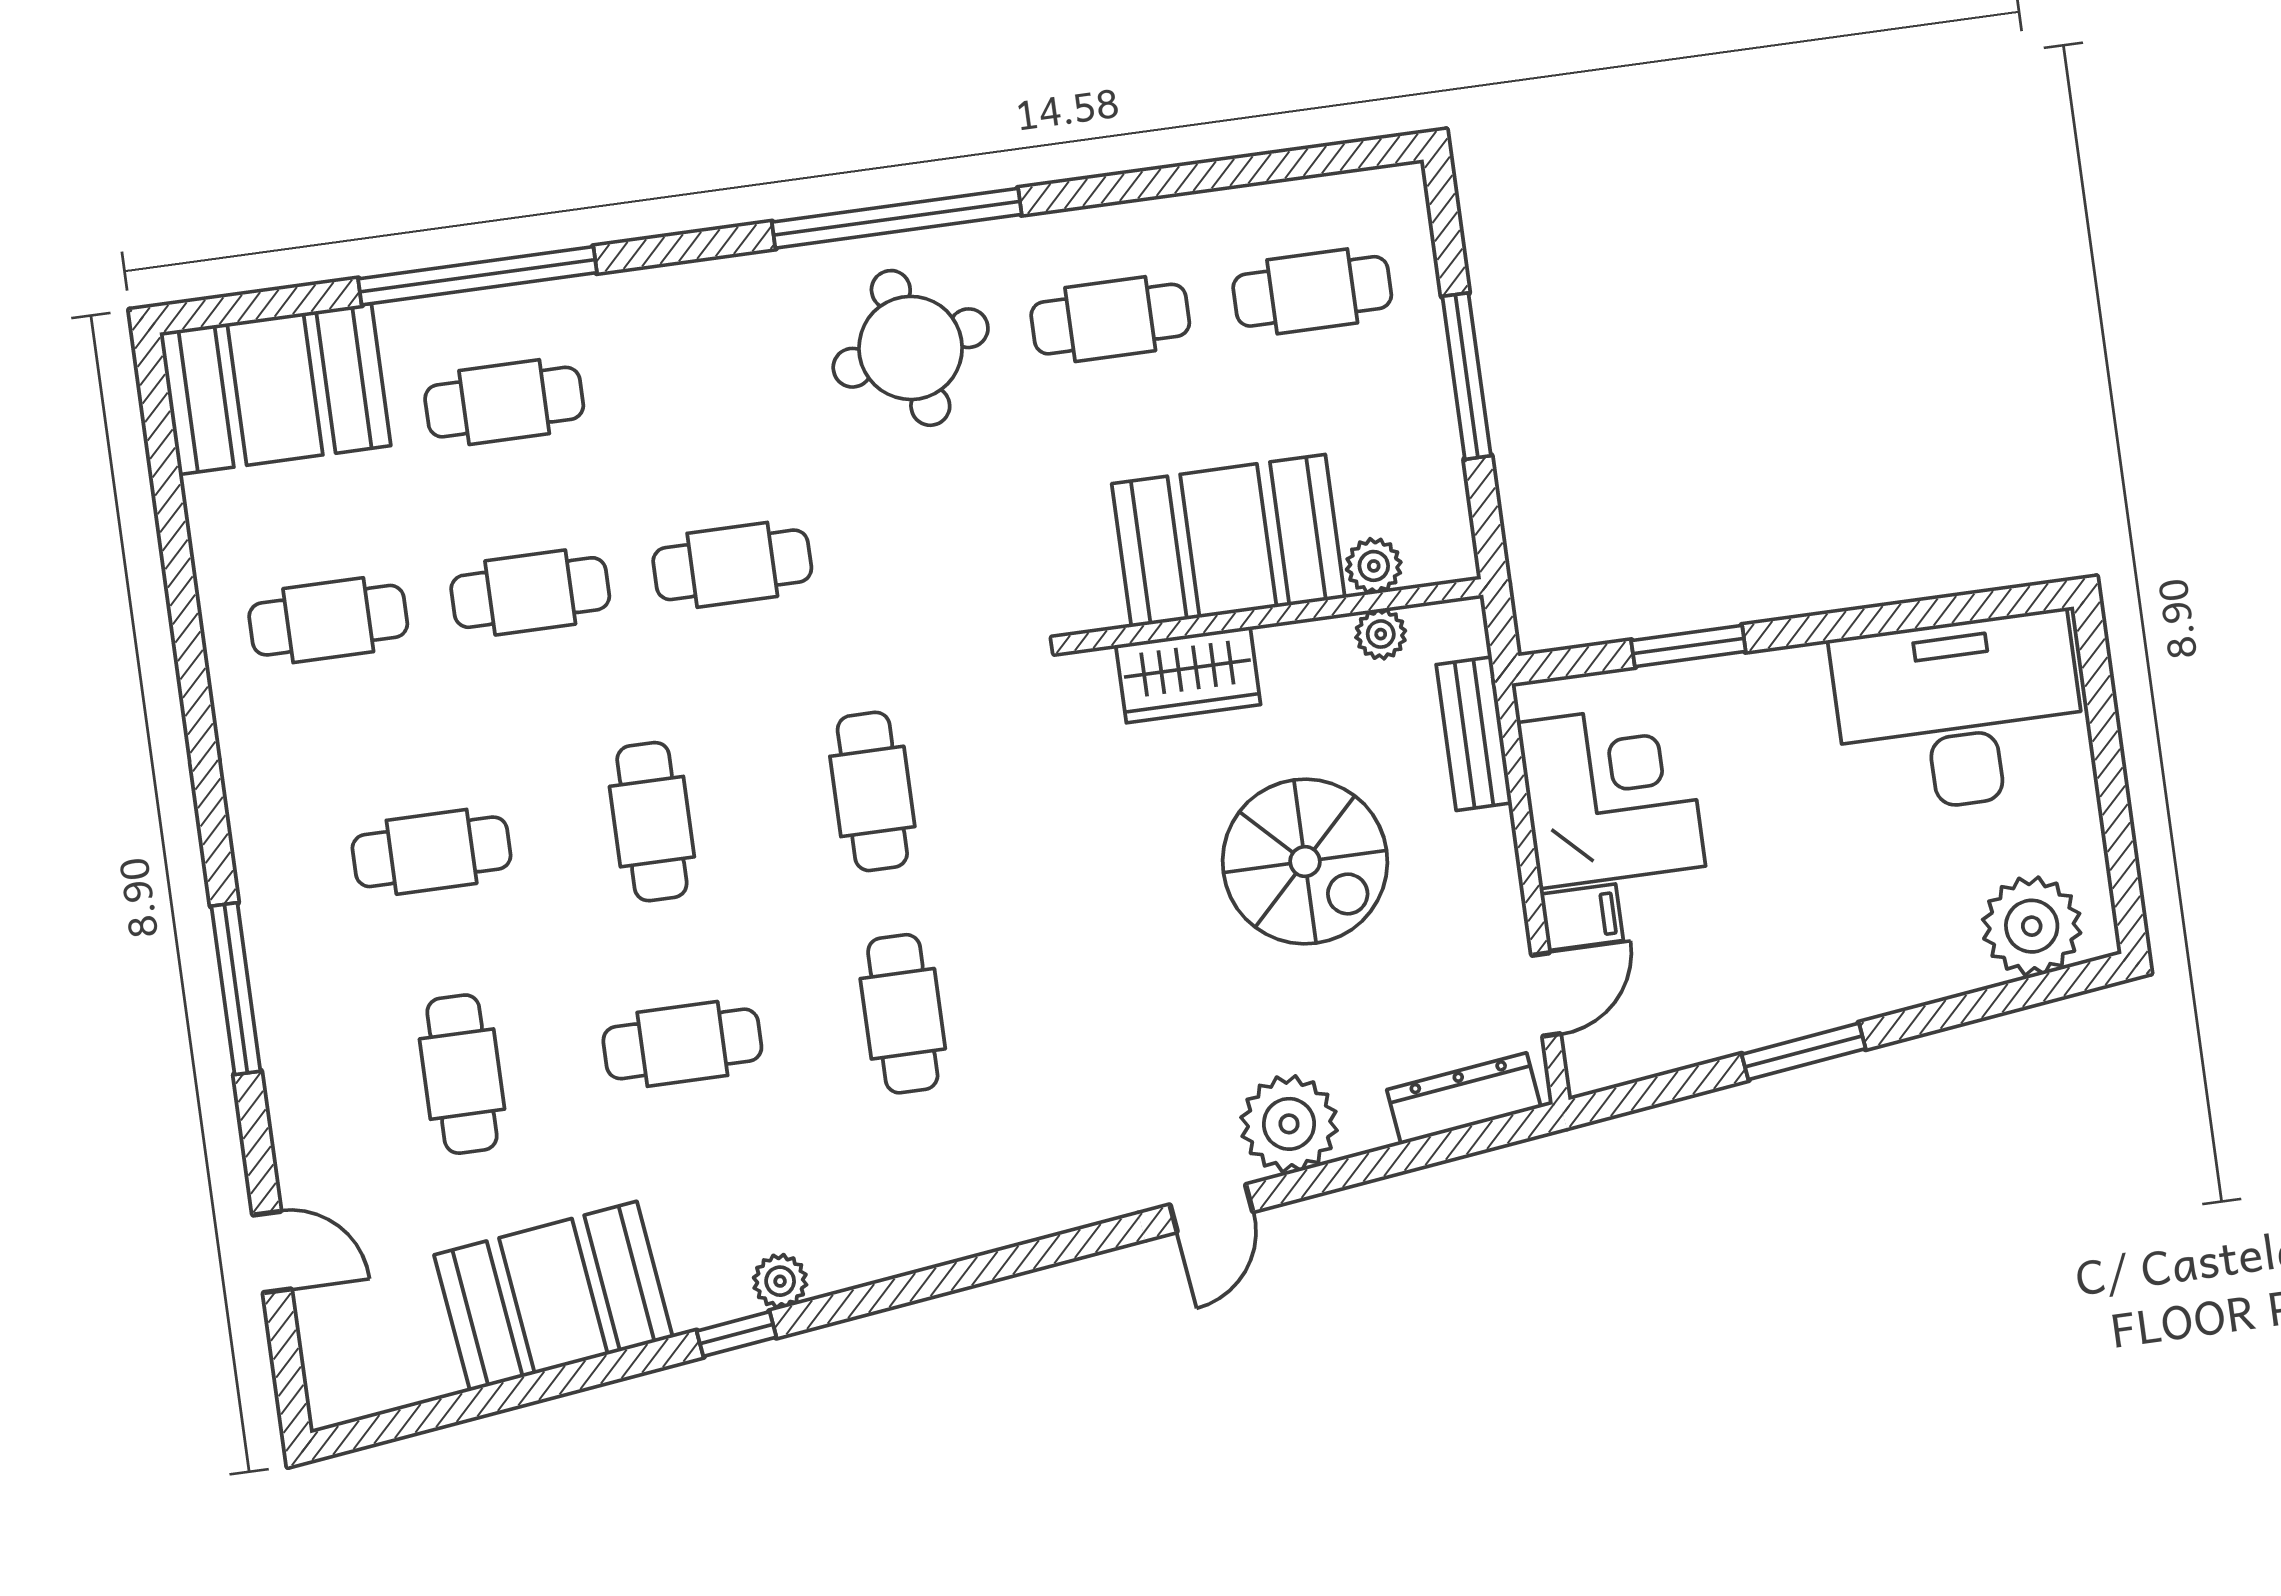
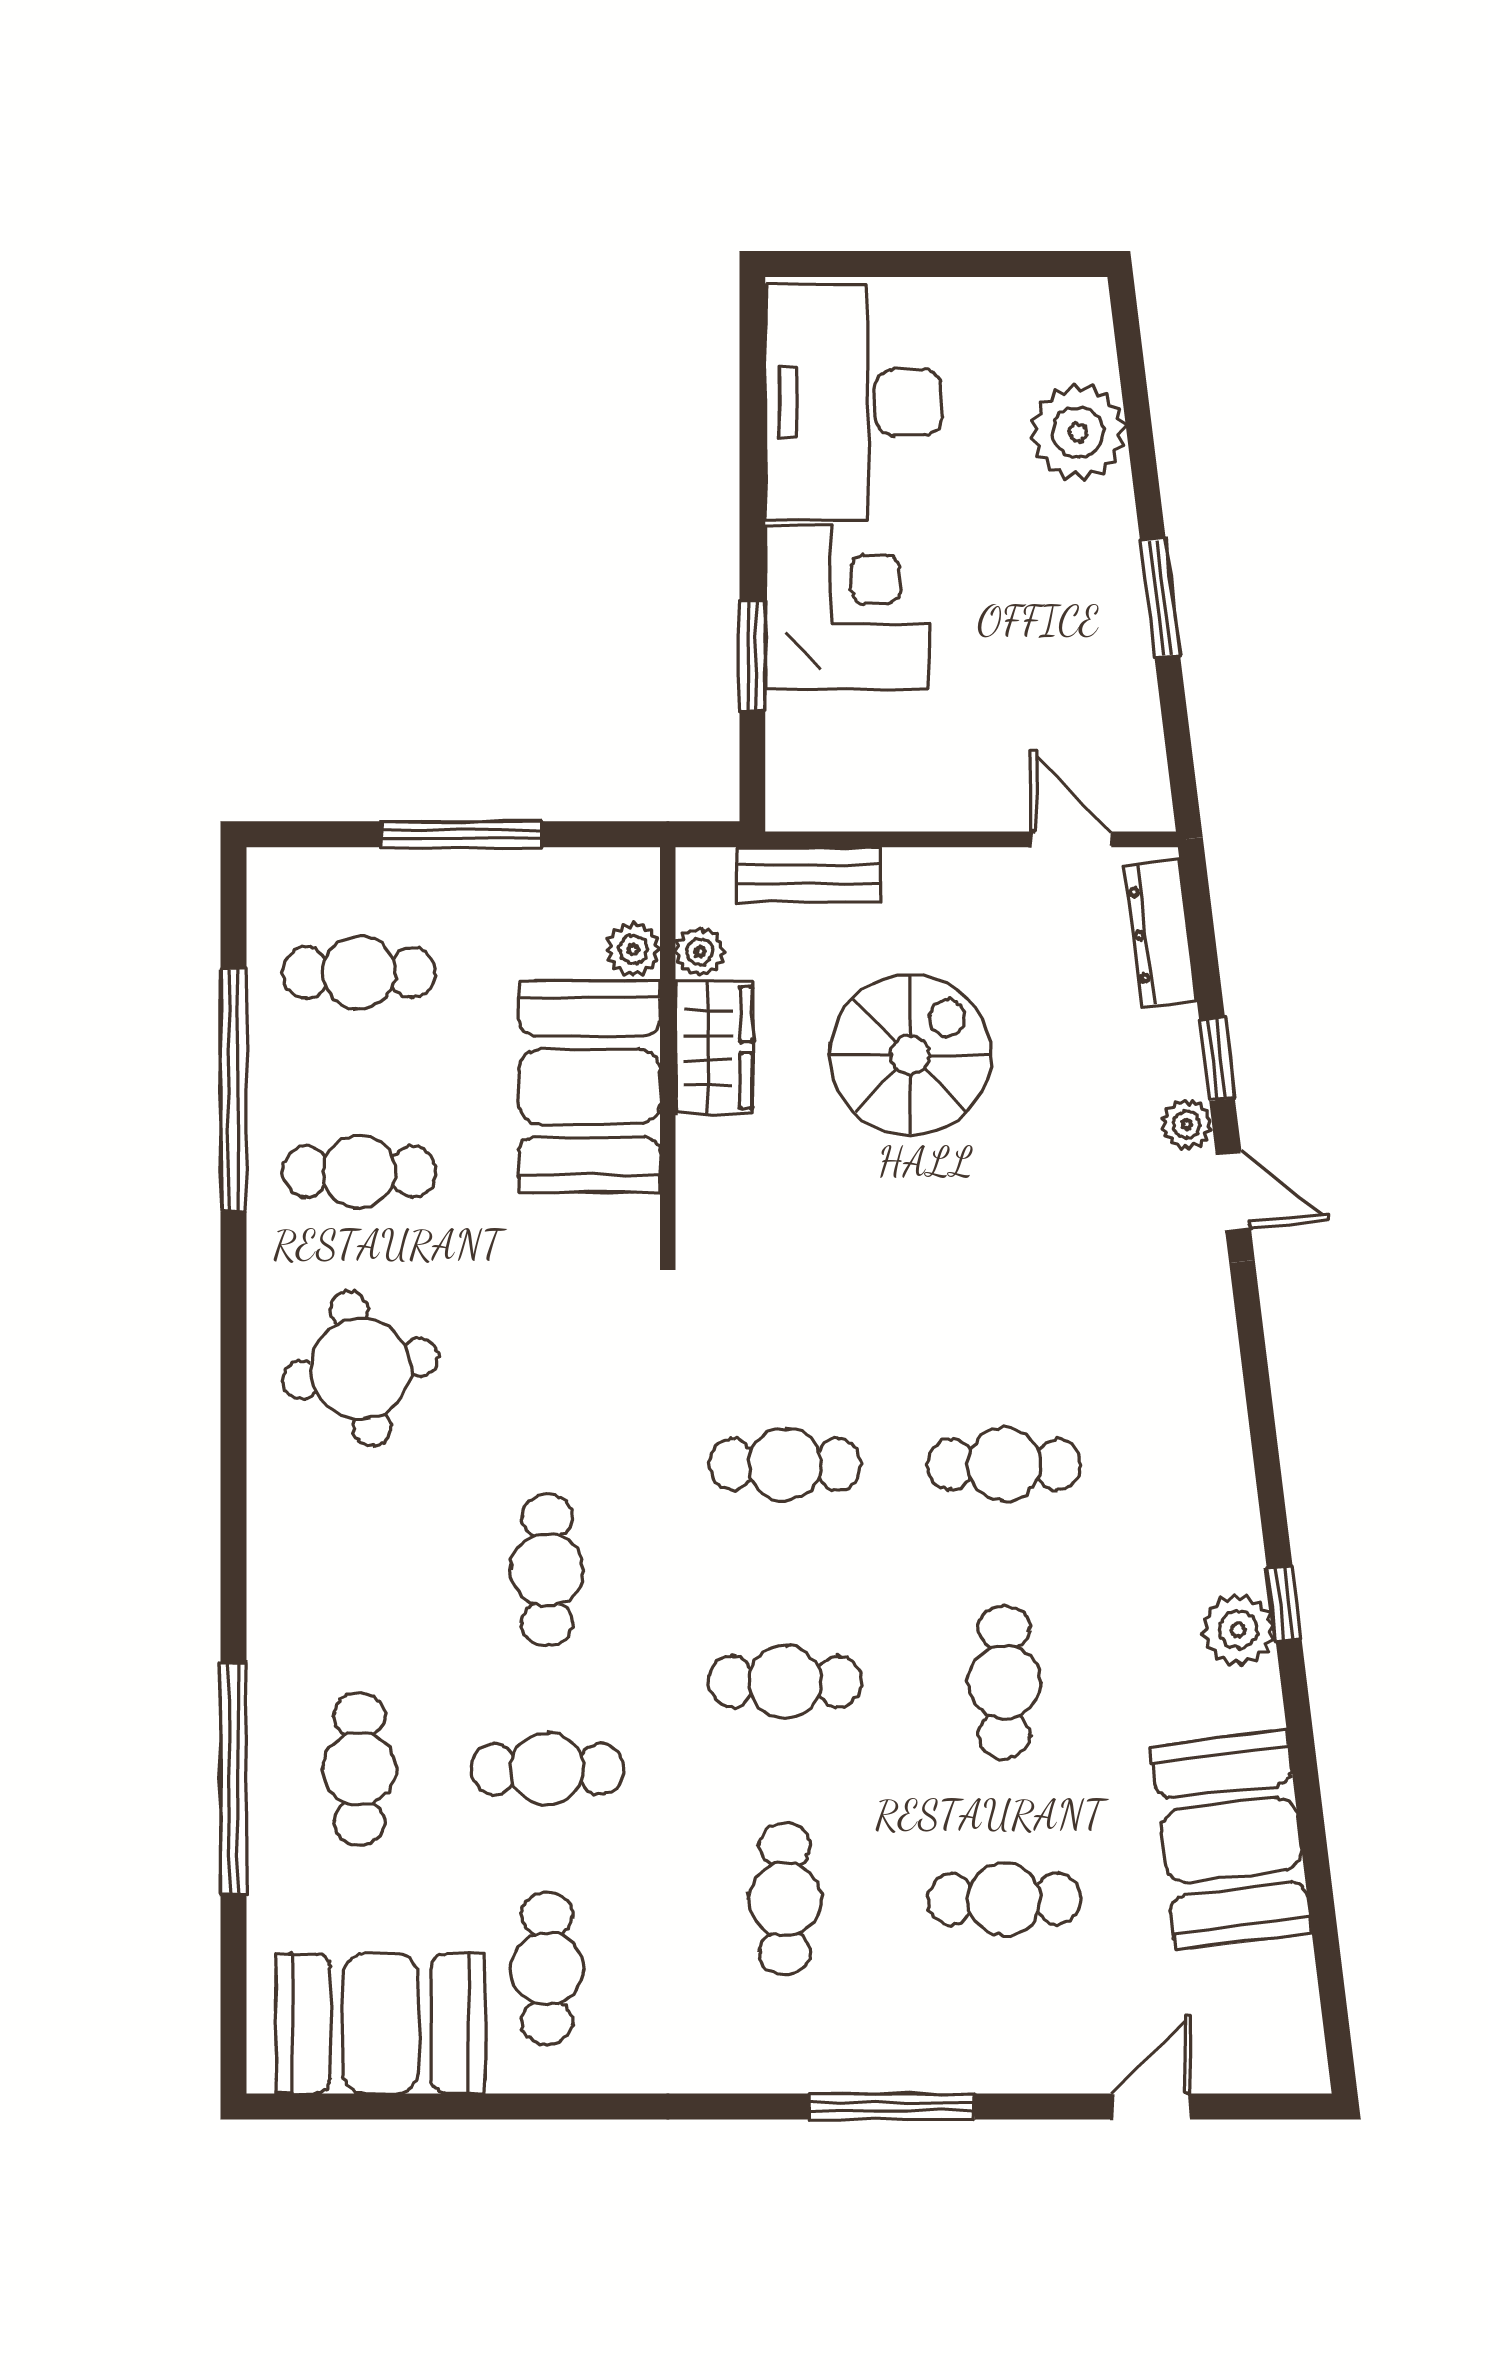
window: (897, 218) -> (233, 1090), moved
cafe table: (1312, 291) -> (359, 972), turned 90
cafe table: (1110, 319) -> (359, 1172), turned 90
booth: (275, 389) -> (381, 2024), moved, turned 90
cafe table: (530, 593) -> (547, 1769), turned 90
wardrobe: (1188, 675) -> (714, 1047), moved
corner desk: (1611, 794) -> (847, 607), moved, turned 90
filing cabinet: (1582, 917) -> (1001, 794), removed
plant: (2032, 926) -> (1078, 432), moved
plant: (1289, 1124) -> (1187, 1124), width x0.53, depth x0.53
window: (1343, 1173) -> (1217, 1059), added
plant: (780, 1281) -> (1238, 1630), width x1.38, depth x1.38
window: (737, 1334) -> (1284, 1603), moved

